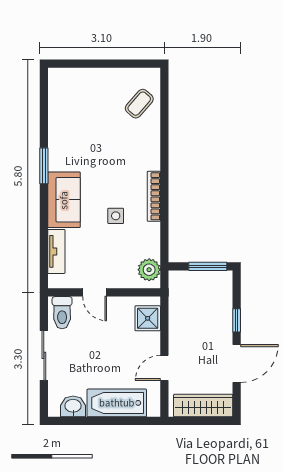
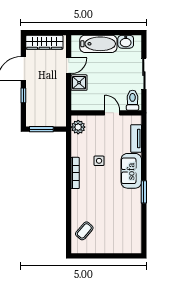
shower: (148, 318) -> (79, 83), moved

